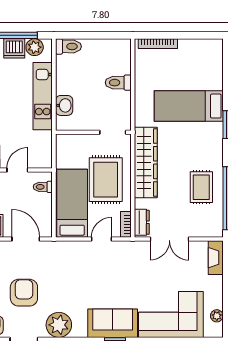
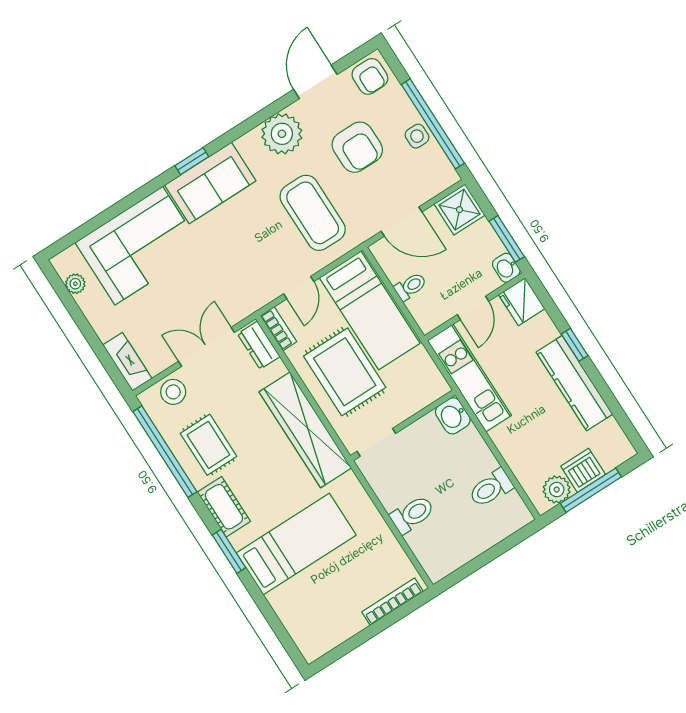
toilet: (68, 46) -> (491, 488), moved
kitchen unit: (43, 96) -> (469, 378), moved
washbasin: (64, 105) -> (453, 416), moved
cot: (214, 150) -> (224, 507), added
toilet: (43, 187) -> (410, 286), moved
stool: (202, 227) -> (173, 392), added
coffee table: (69, 273) -> (313, 213), added

